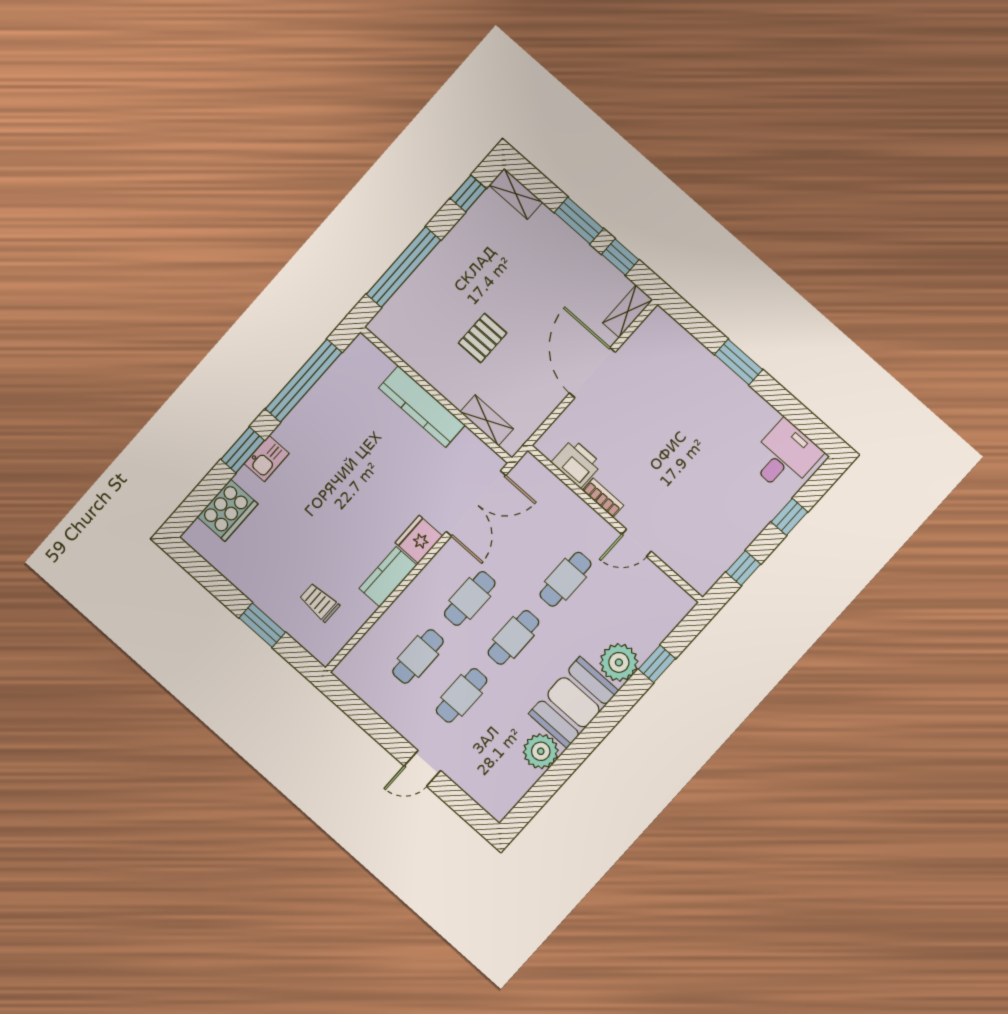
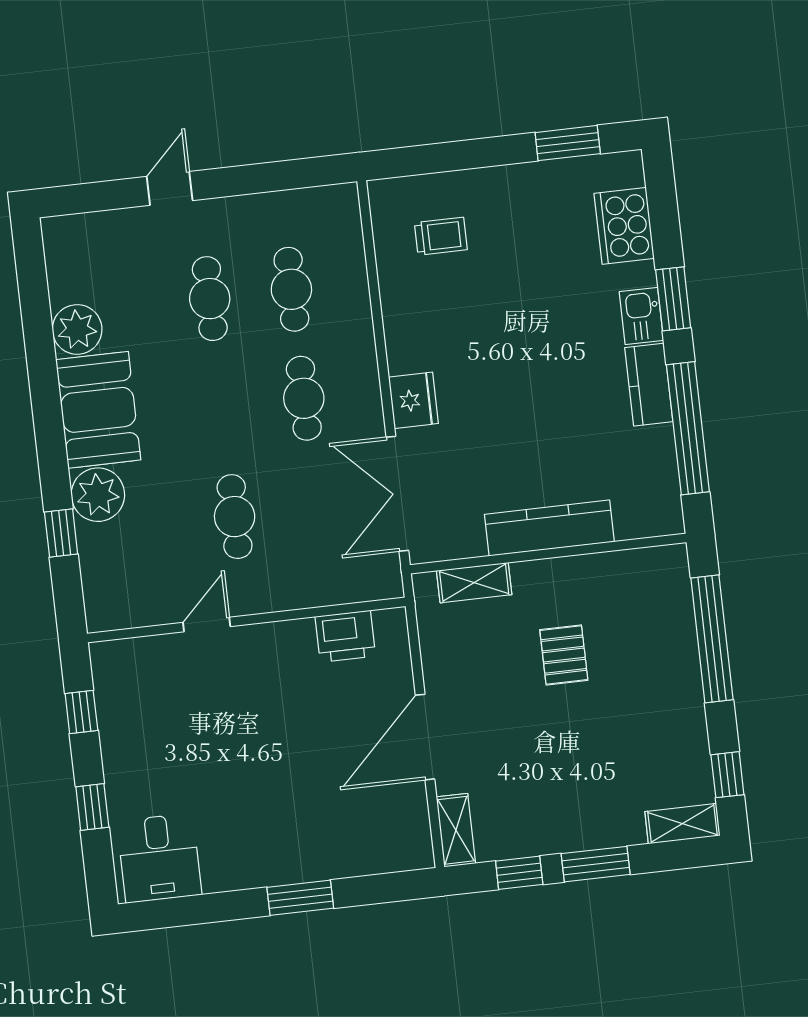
door: (592, 373) -> (425, 737), swing flipped
bookcase: (603, 498) -> (285, 632), removed
kitchen counter: (388, 577) -> (649, 385), moved, turned 180
window: (262, 625) -> (568, 143), moved
cafe table: (513, 637) -> (222, 408), removed

